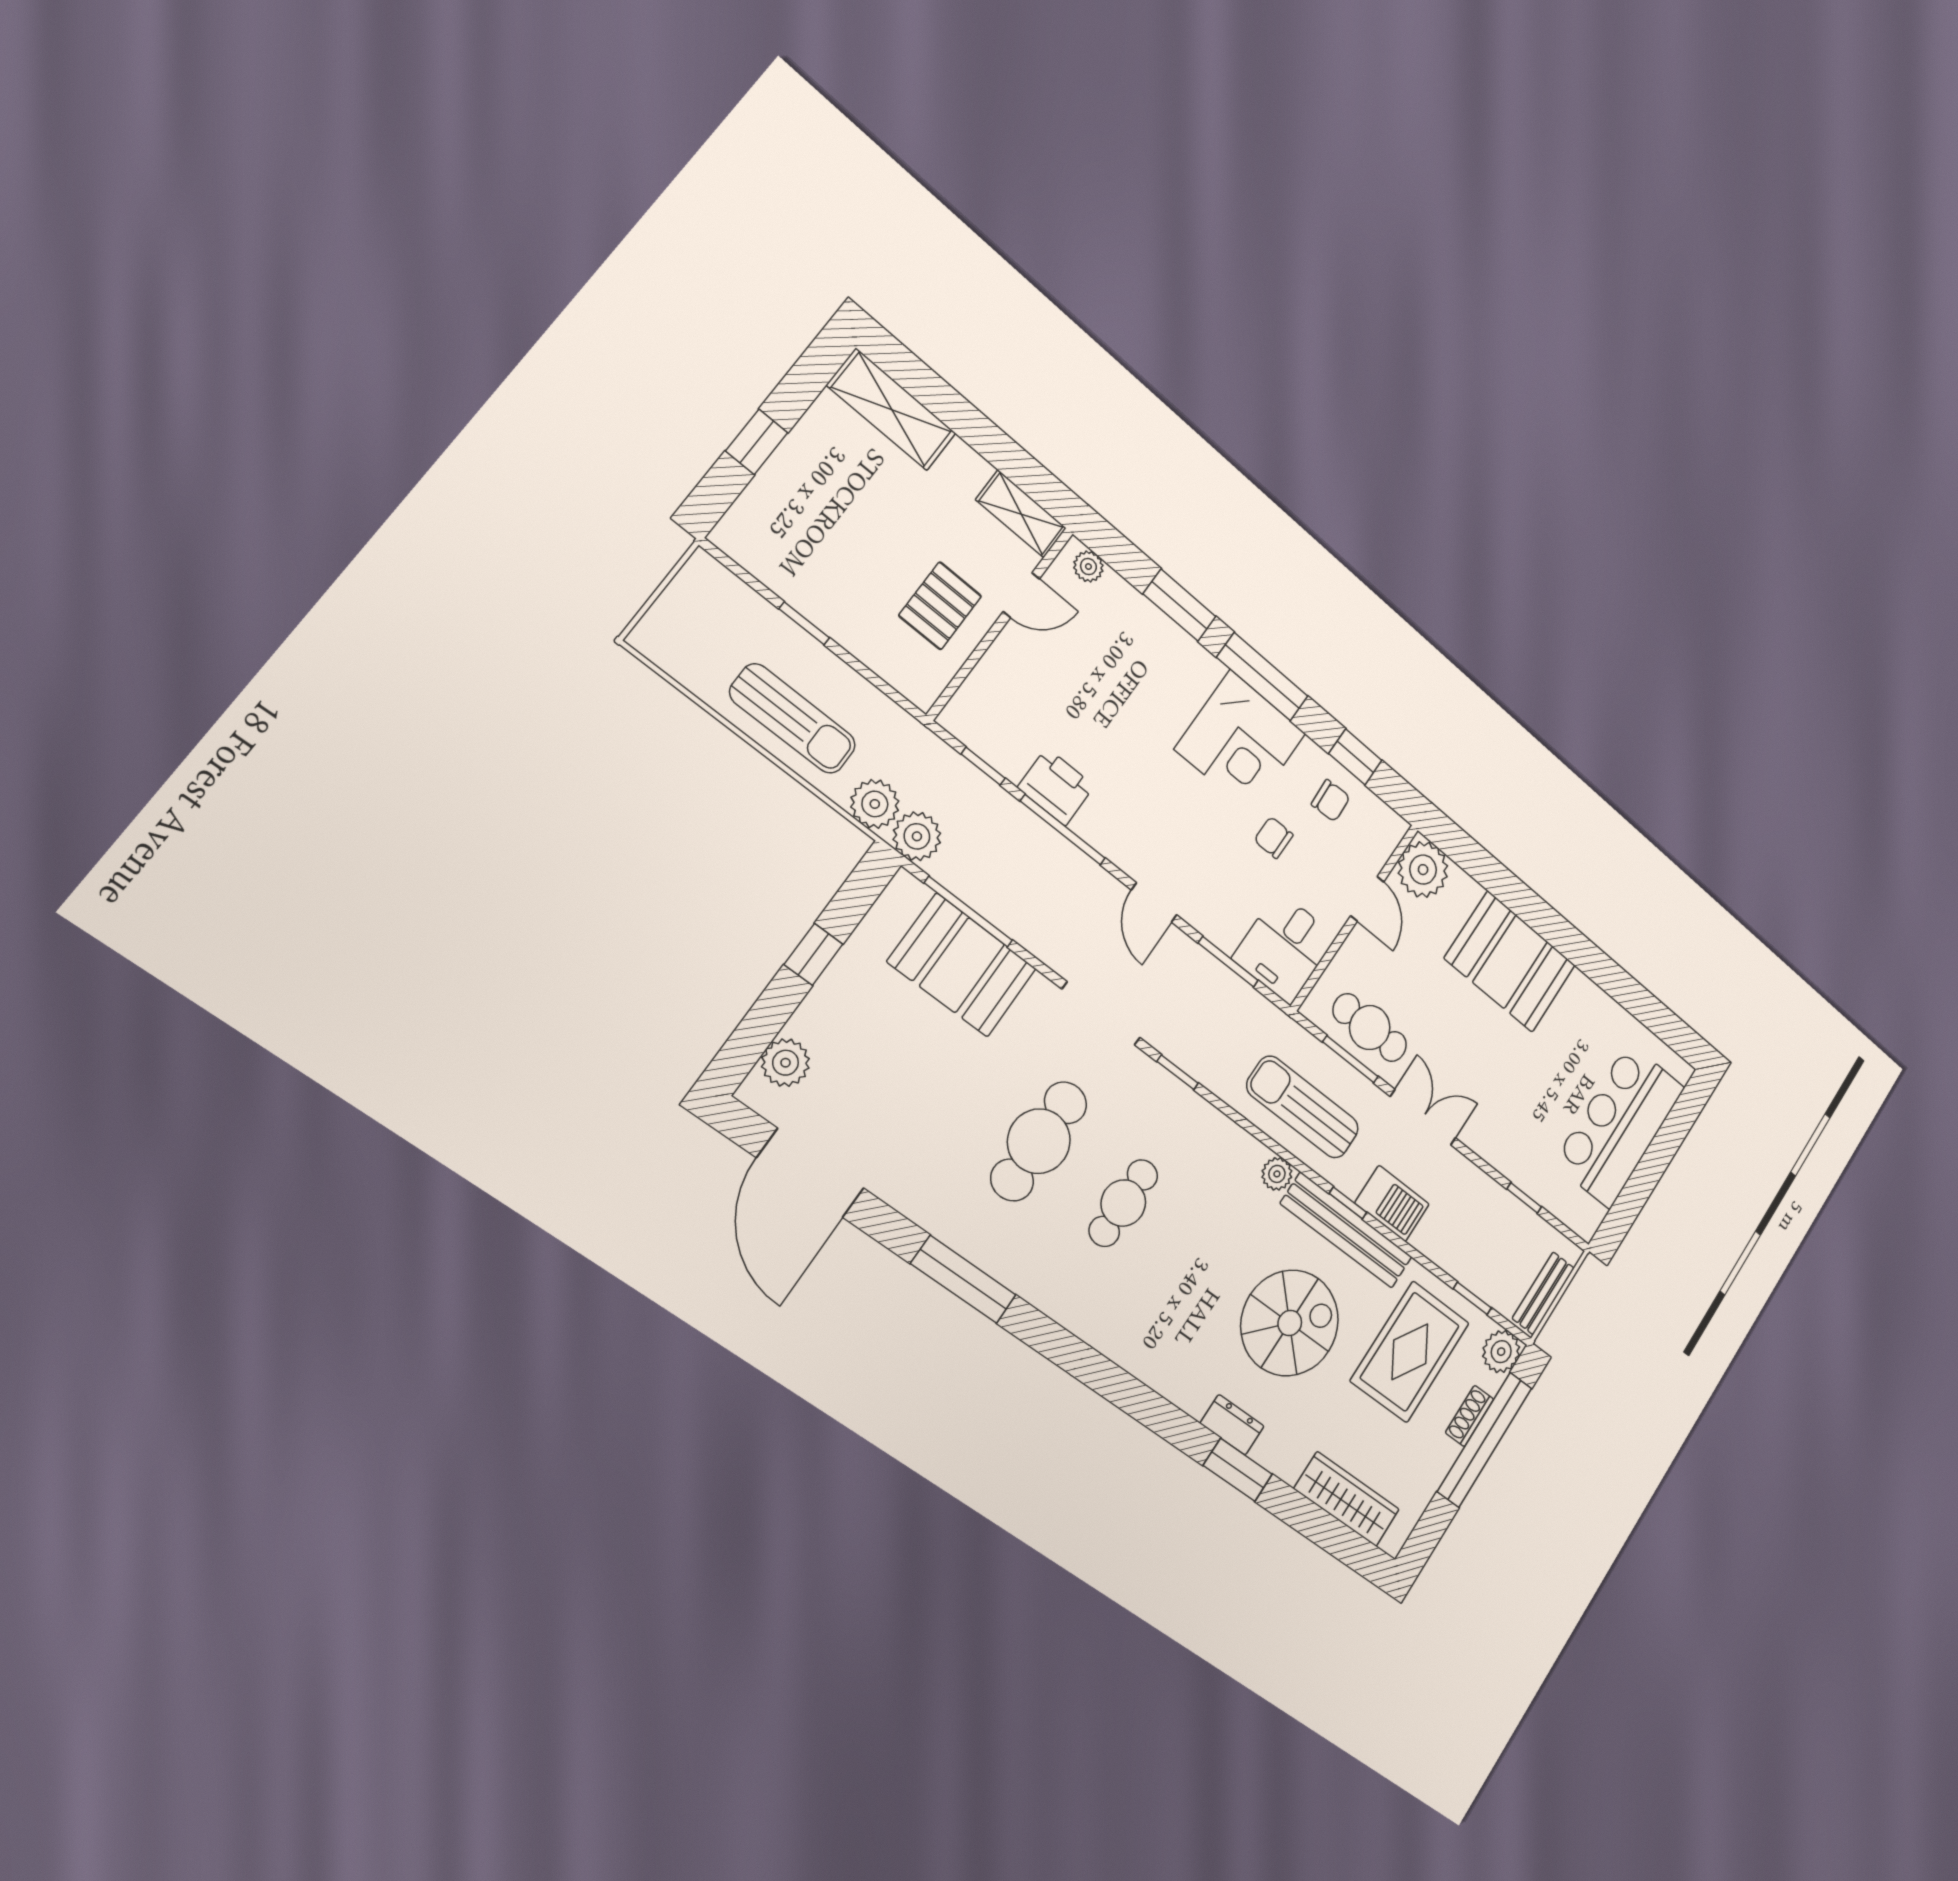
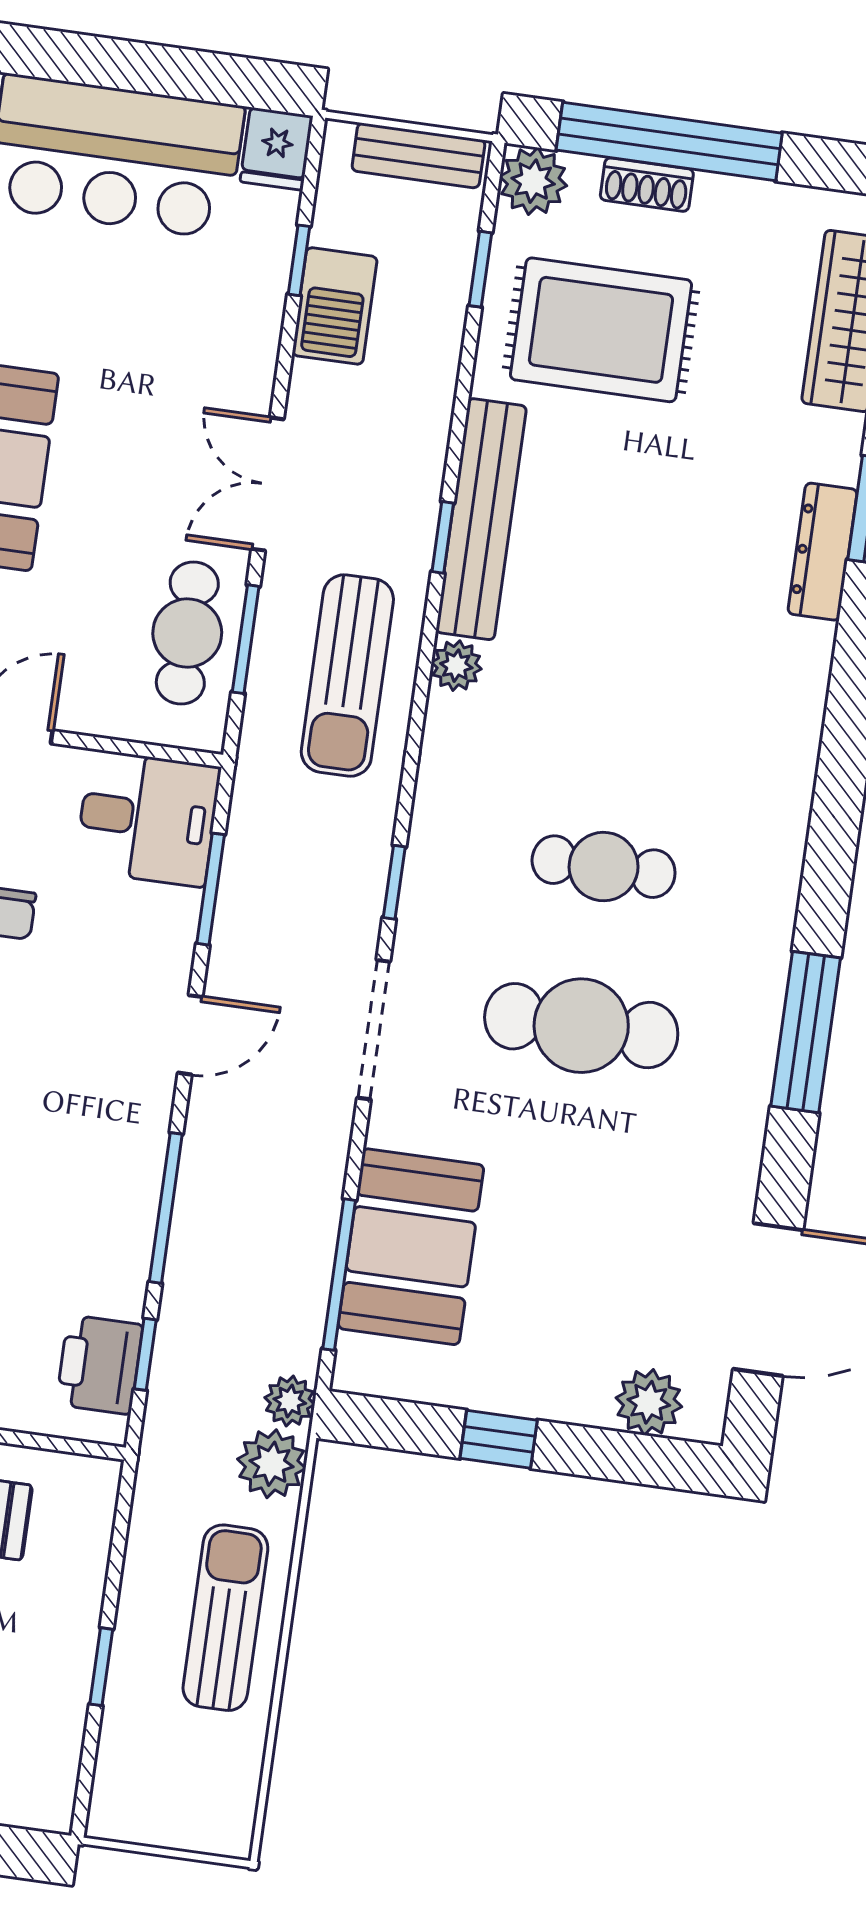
printer: (1056, 787) -> (99, 1365), moved
plant: (917, 836) -> (290, 1401), width x0.73, depth x0.73
barbecue: (1392, 1204) -> (335, 306), moved, turned 180
fridge: (1583, 1216) -> (277, 149), added
spiral stairs: (1290, 1323) -> (647, 538), removed
dresser: (1232, 1425) -> (823, 552), width x1.44

